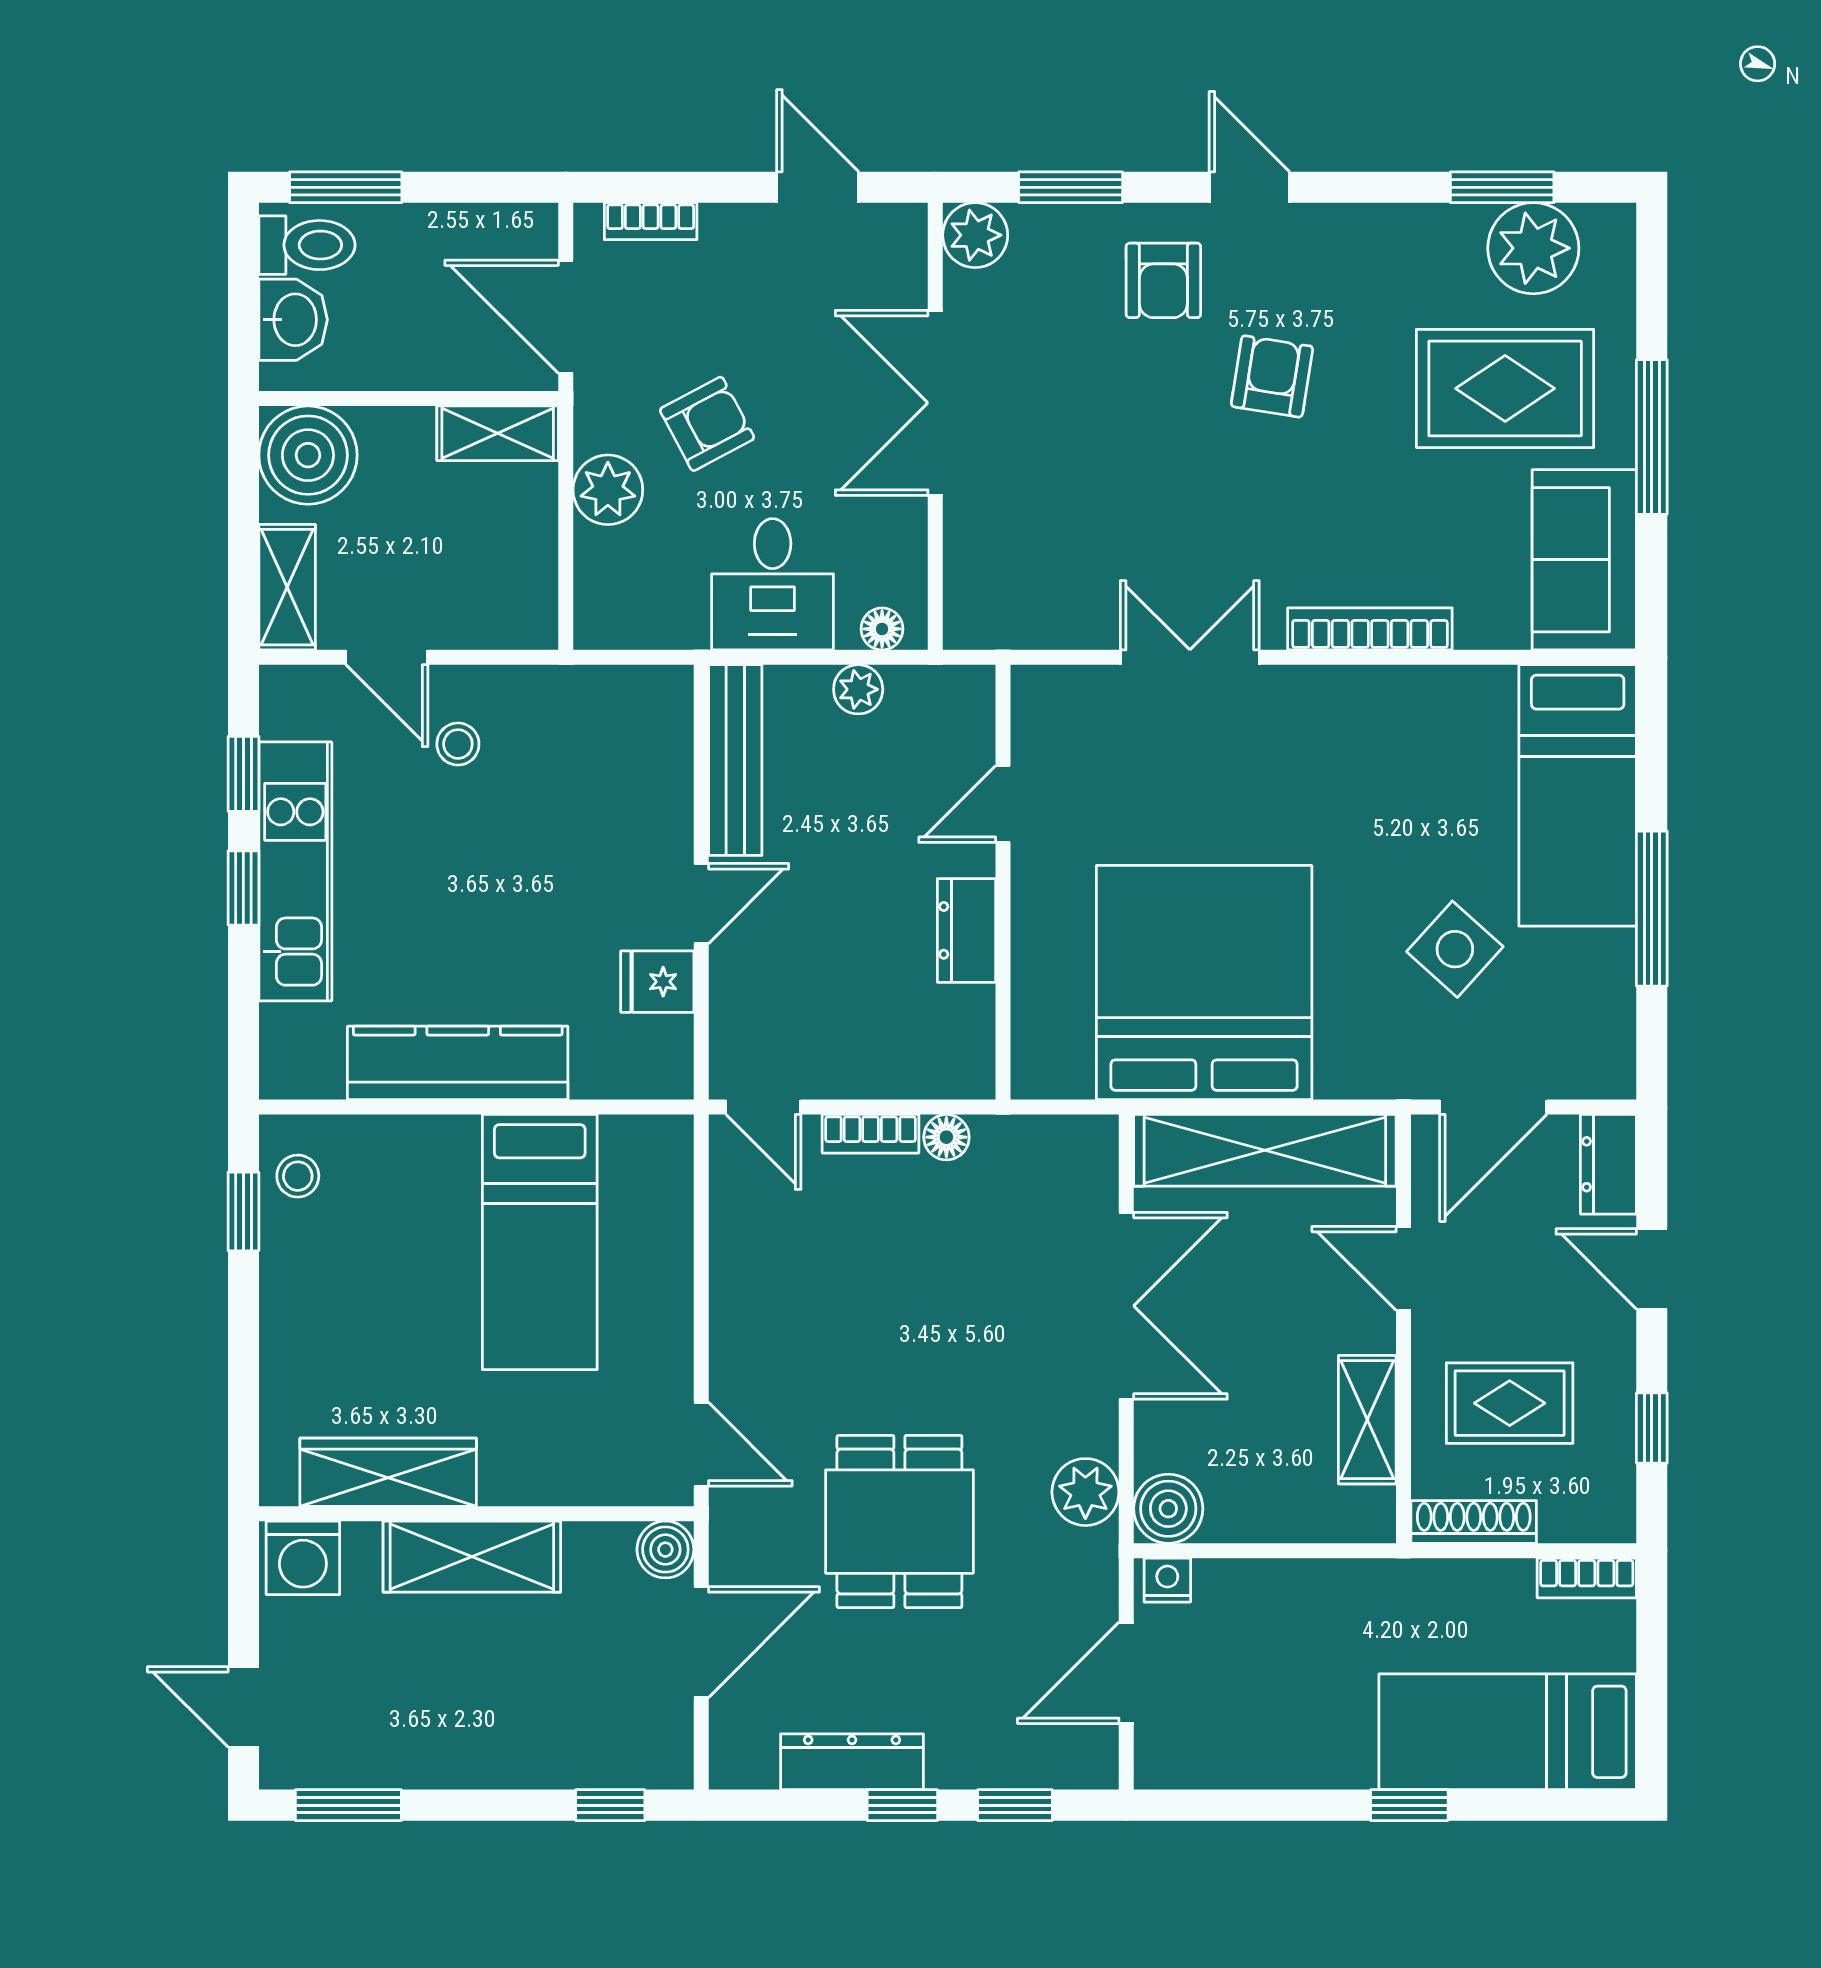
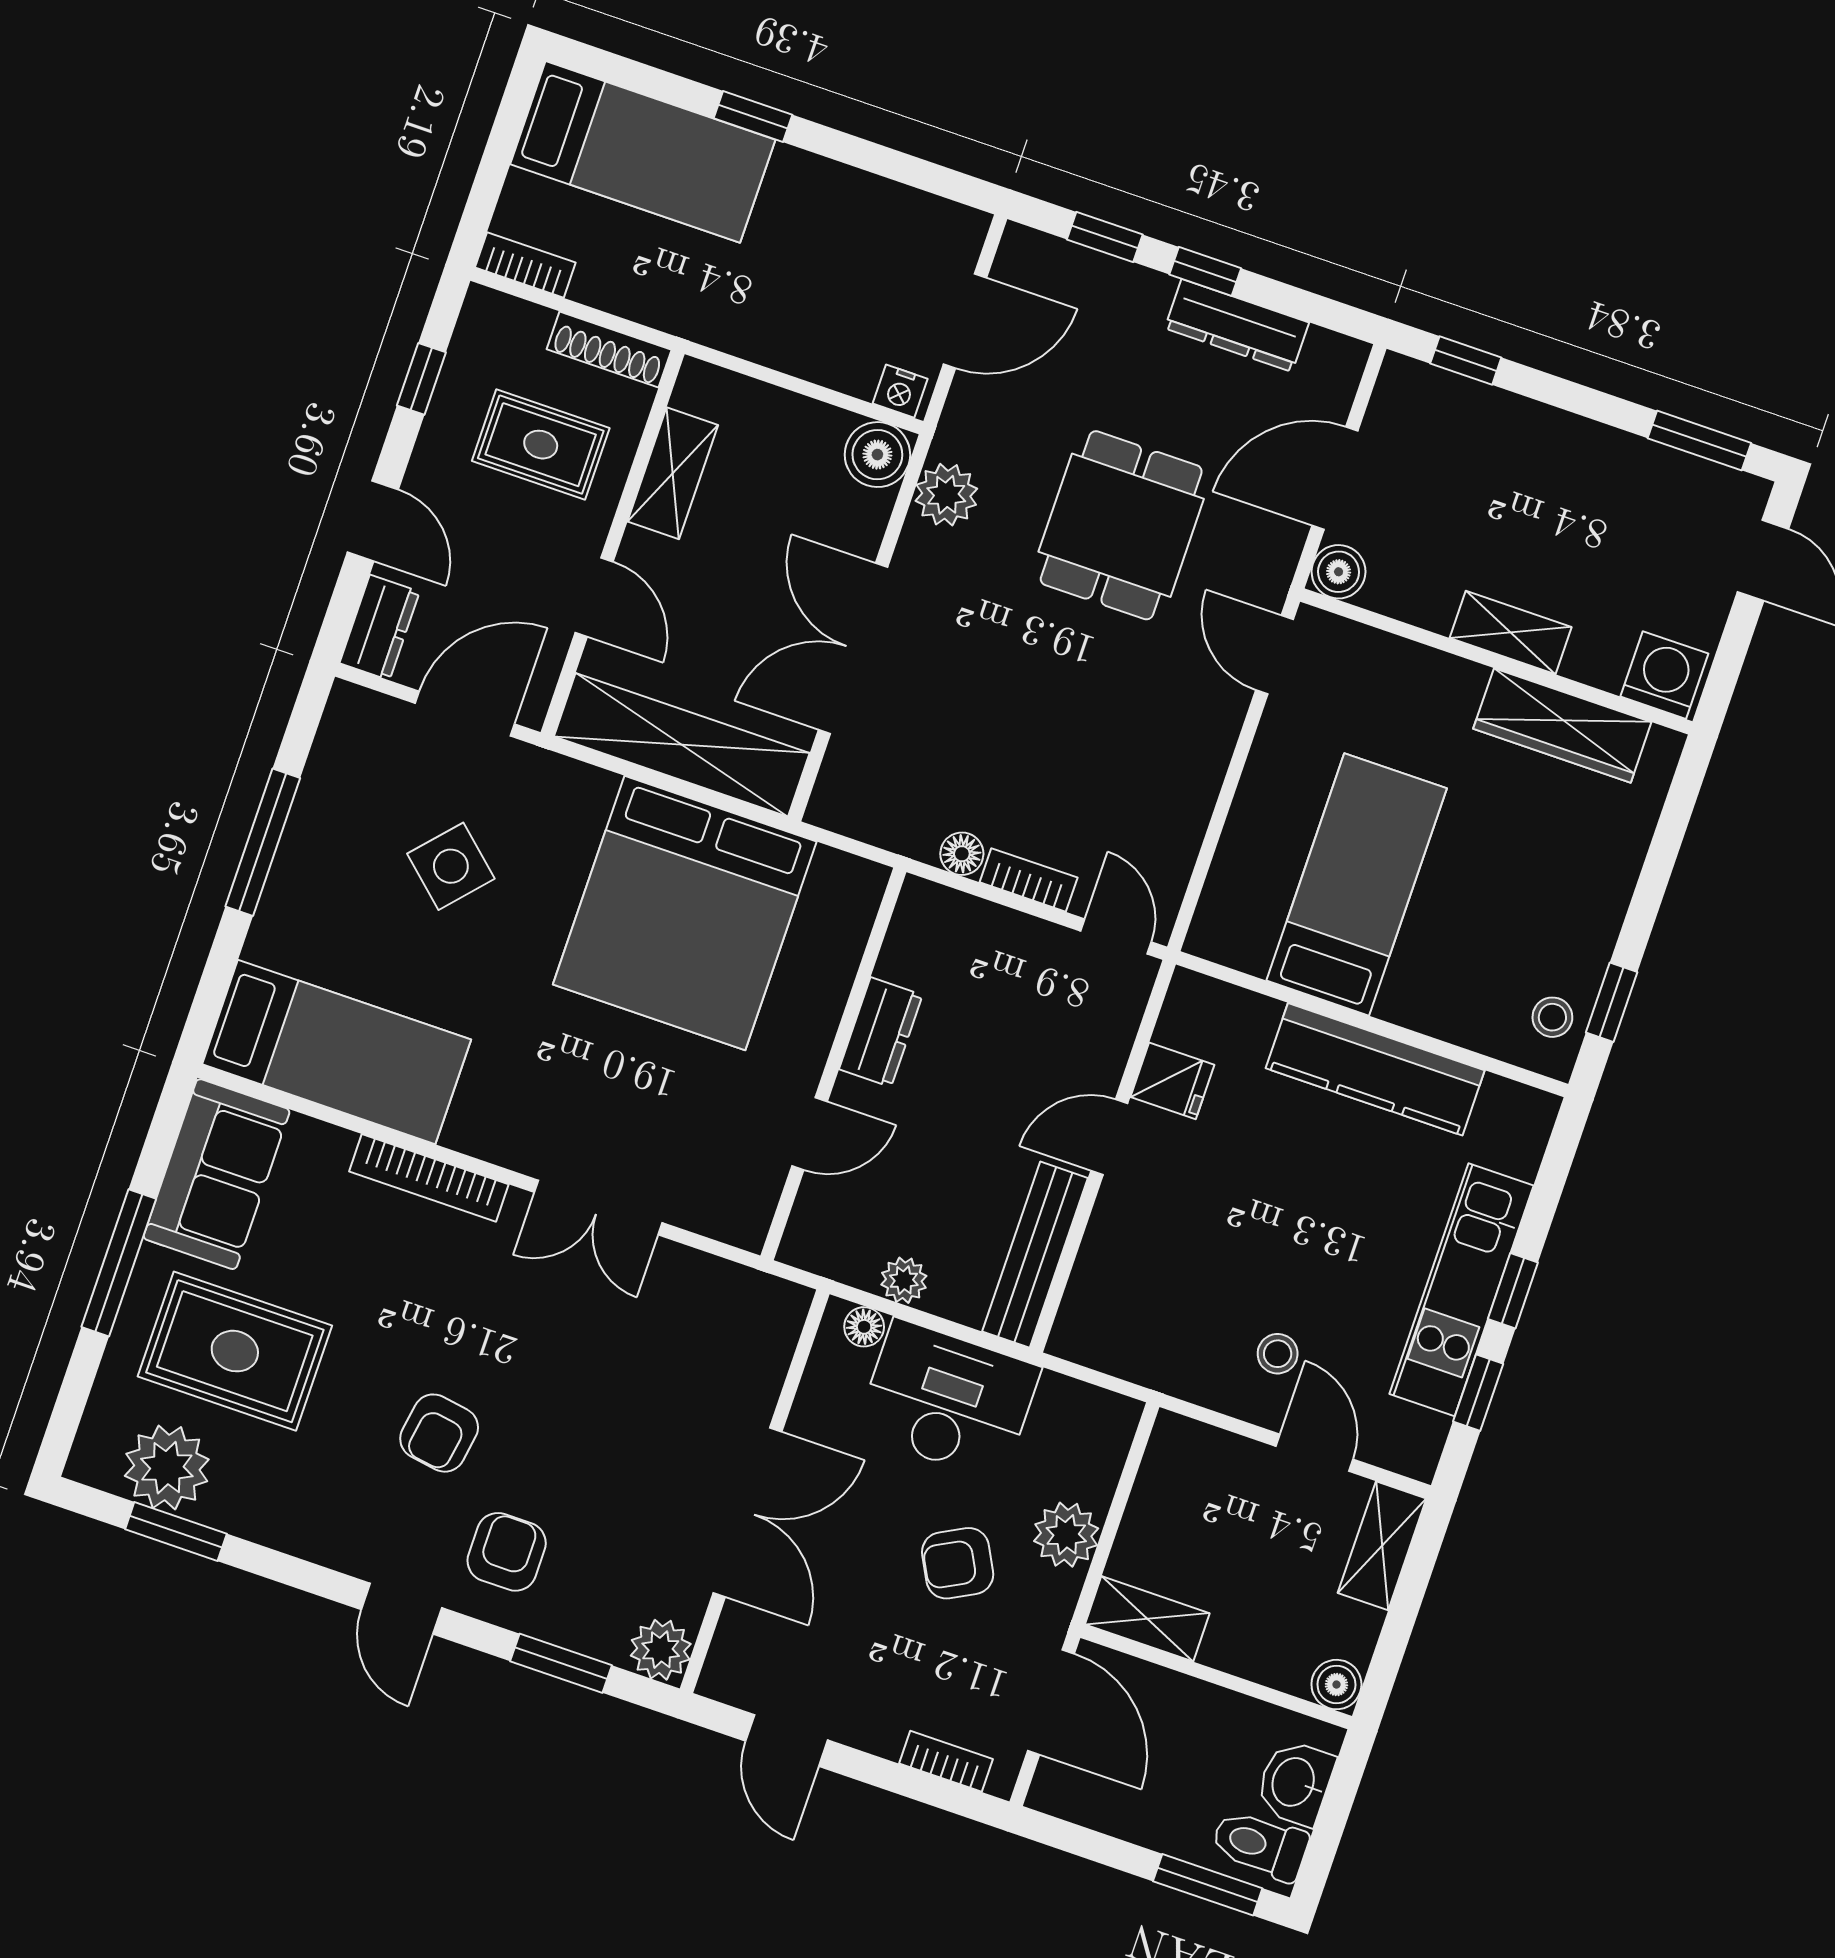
boiler: (308, 455) -> (1336, 1685), width x0.54, depth x0.54
desk: (773, 584) -> (948, 1400), width x1.37
bed: (1578, 795) -> (337, 1052), moved, turned 90
shelving: (472, 1557) -> (1511, 632), width x0.67, depth x0.75

